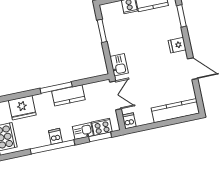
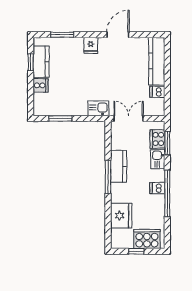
dishwasher: (129, 121) -> (157, 92), moved

